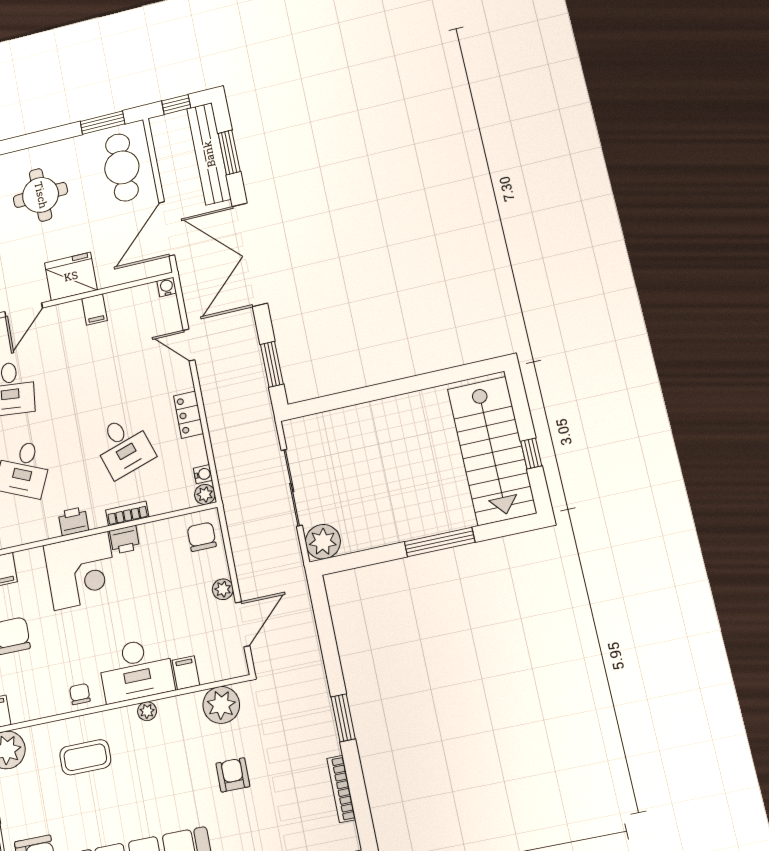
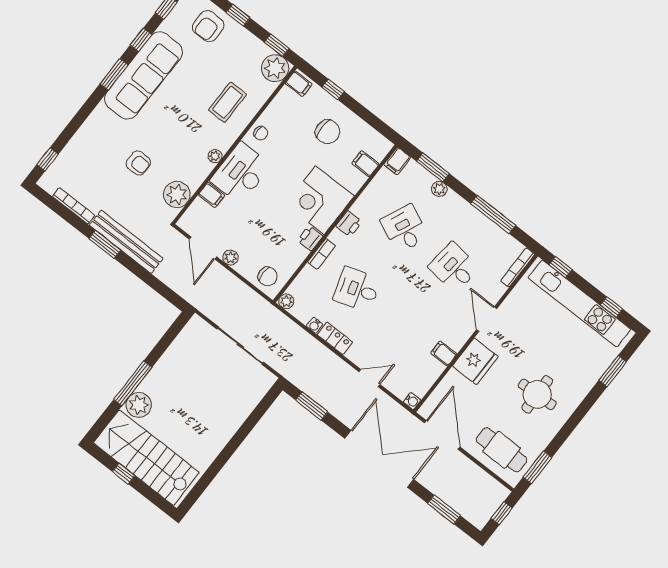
bench: (209, 154) -> (126, 242), moved
water cooler: (203, 474) -> (315, 325), moved
plant: (323, 542) -> (139, 405), moved

